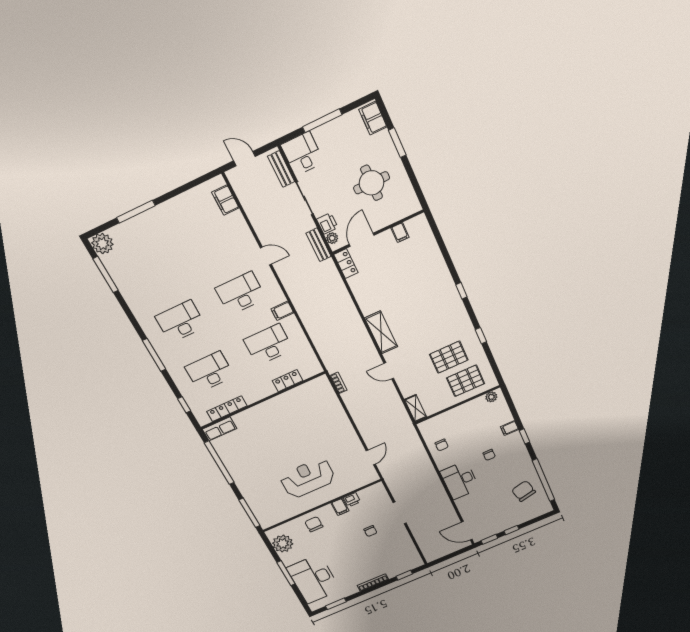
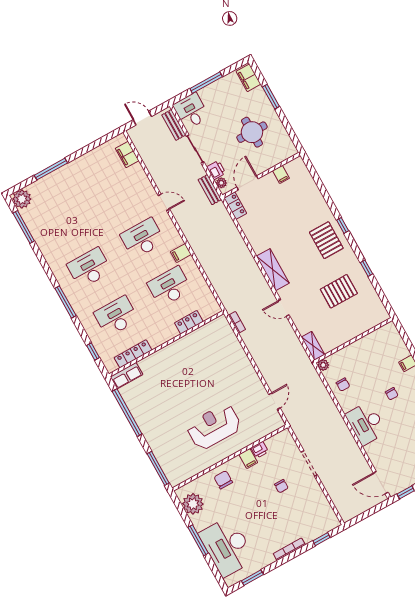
pallet: (466, 381) -> (326, 240), moved, turned 90
plant: (491, 397) -> (323, 365), moved

